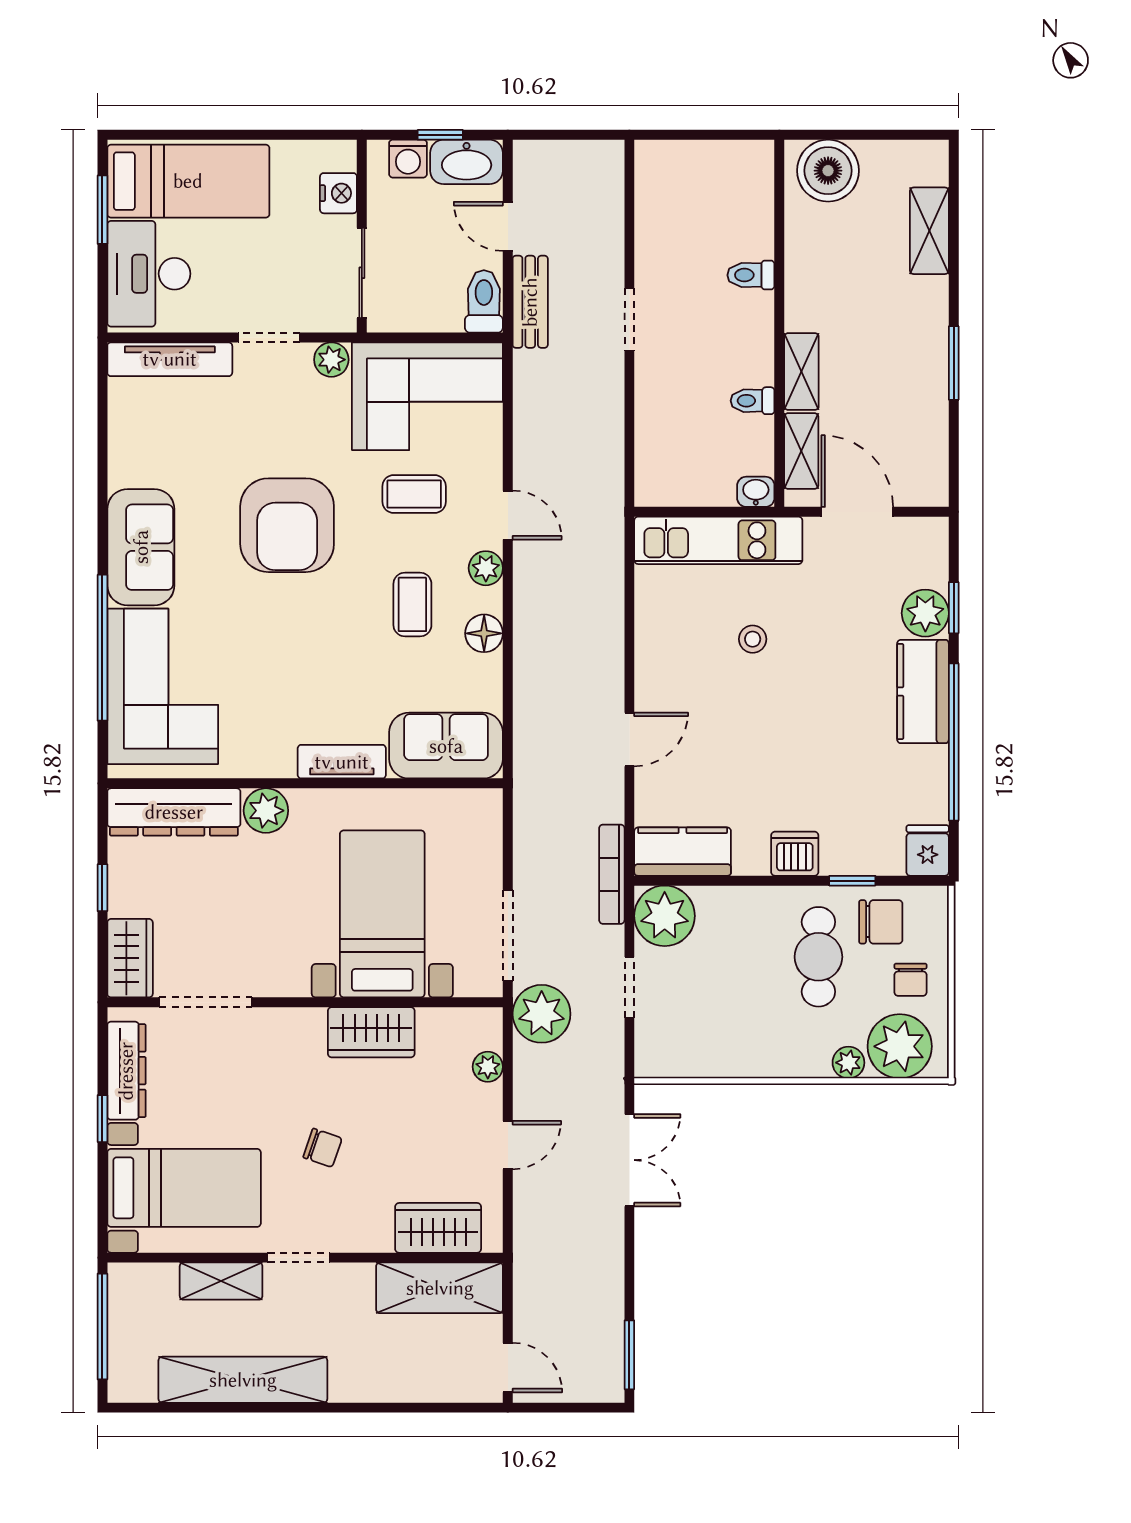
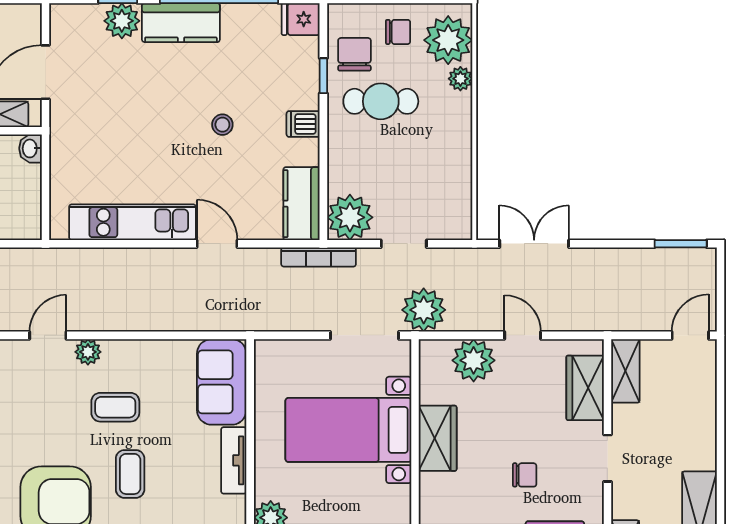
coffee table: (414, 494) -> (130, 474), moved
kitchen unit: (718, 540) -> (132, 222), moved, turned -90
floor lamp: (484, 633) -> (137, 353), removed
stool: (753, 639) -> (222, 125), moved
dishwasher: (795, 854) -> (303, 124), width x0.73
plant: (488, 1067) -> (474, 360), width x1.88, depth x1.88
chair: (323, 1148) -> (525, 475), turned 71
doorway: (299, 1258) -> (607, 458), moved
shelving: (440, 1288) -> (625, 371), width x0.67, depth x0.75

